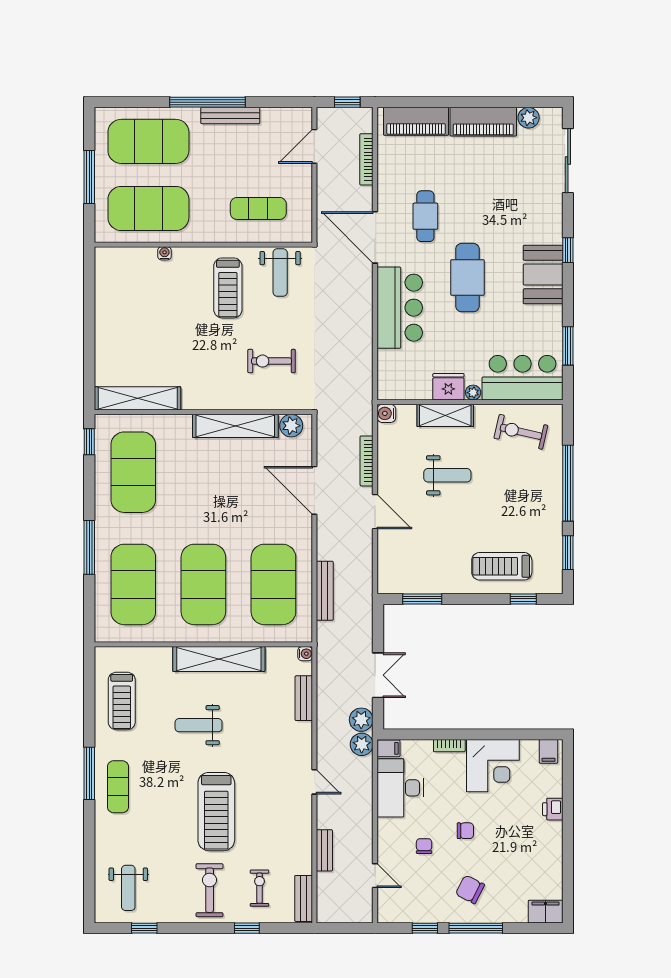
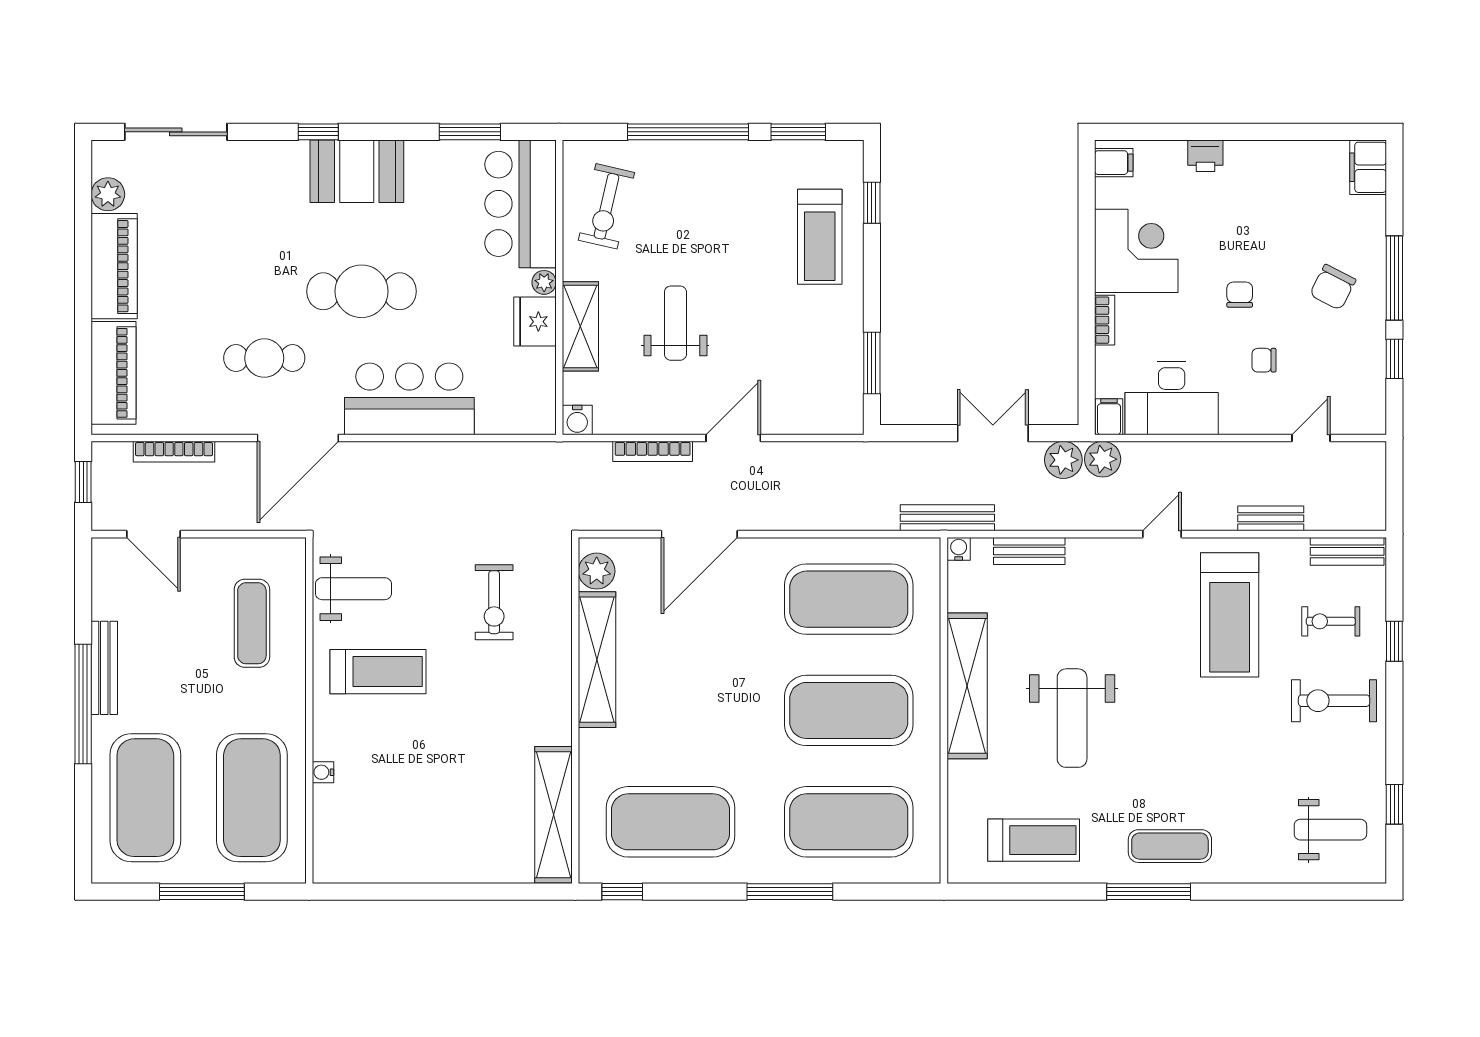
bench: (325, 591) -> (947, 518), moved
weight bench: (199, 725) -> (1072, 718), width x1.36, depth x1.33
treadmill: (216, 812) -> (1230, 615), moved, turned 90

